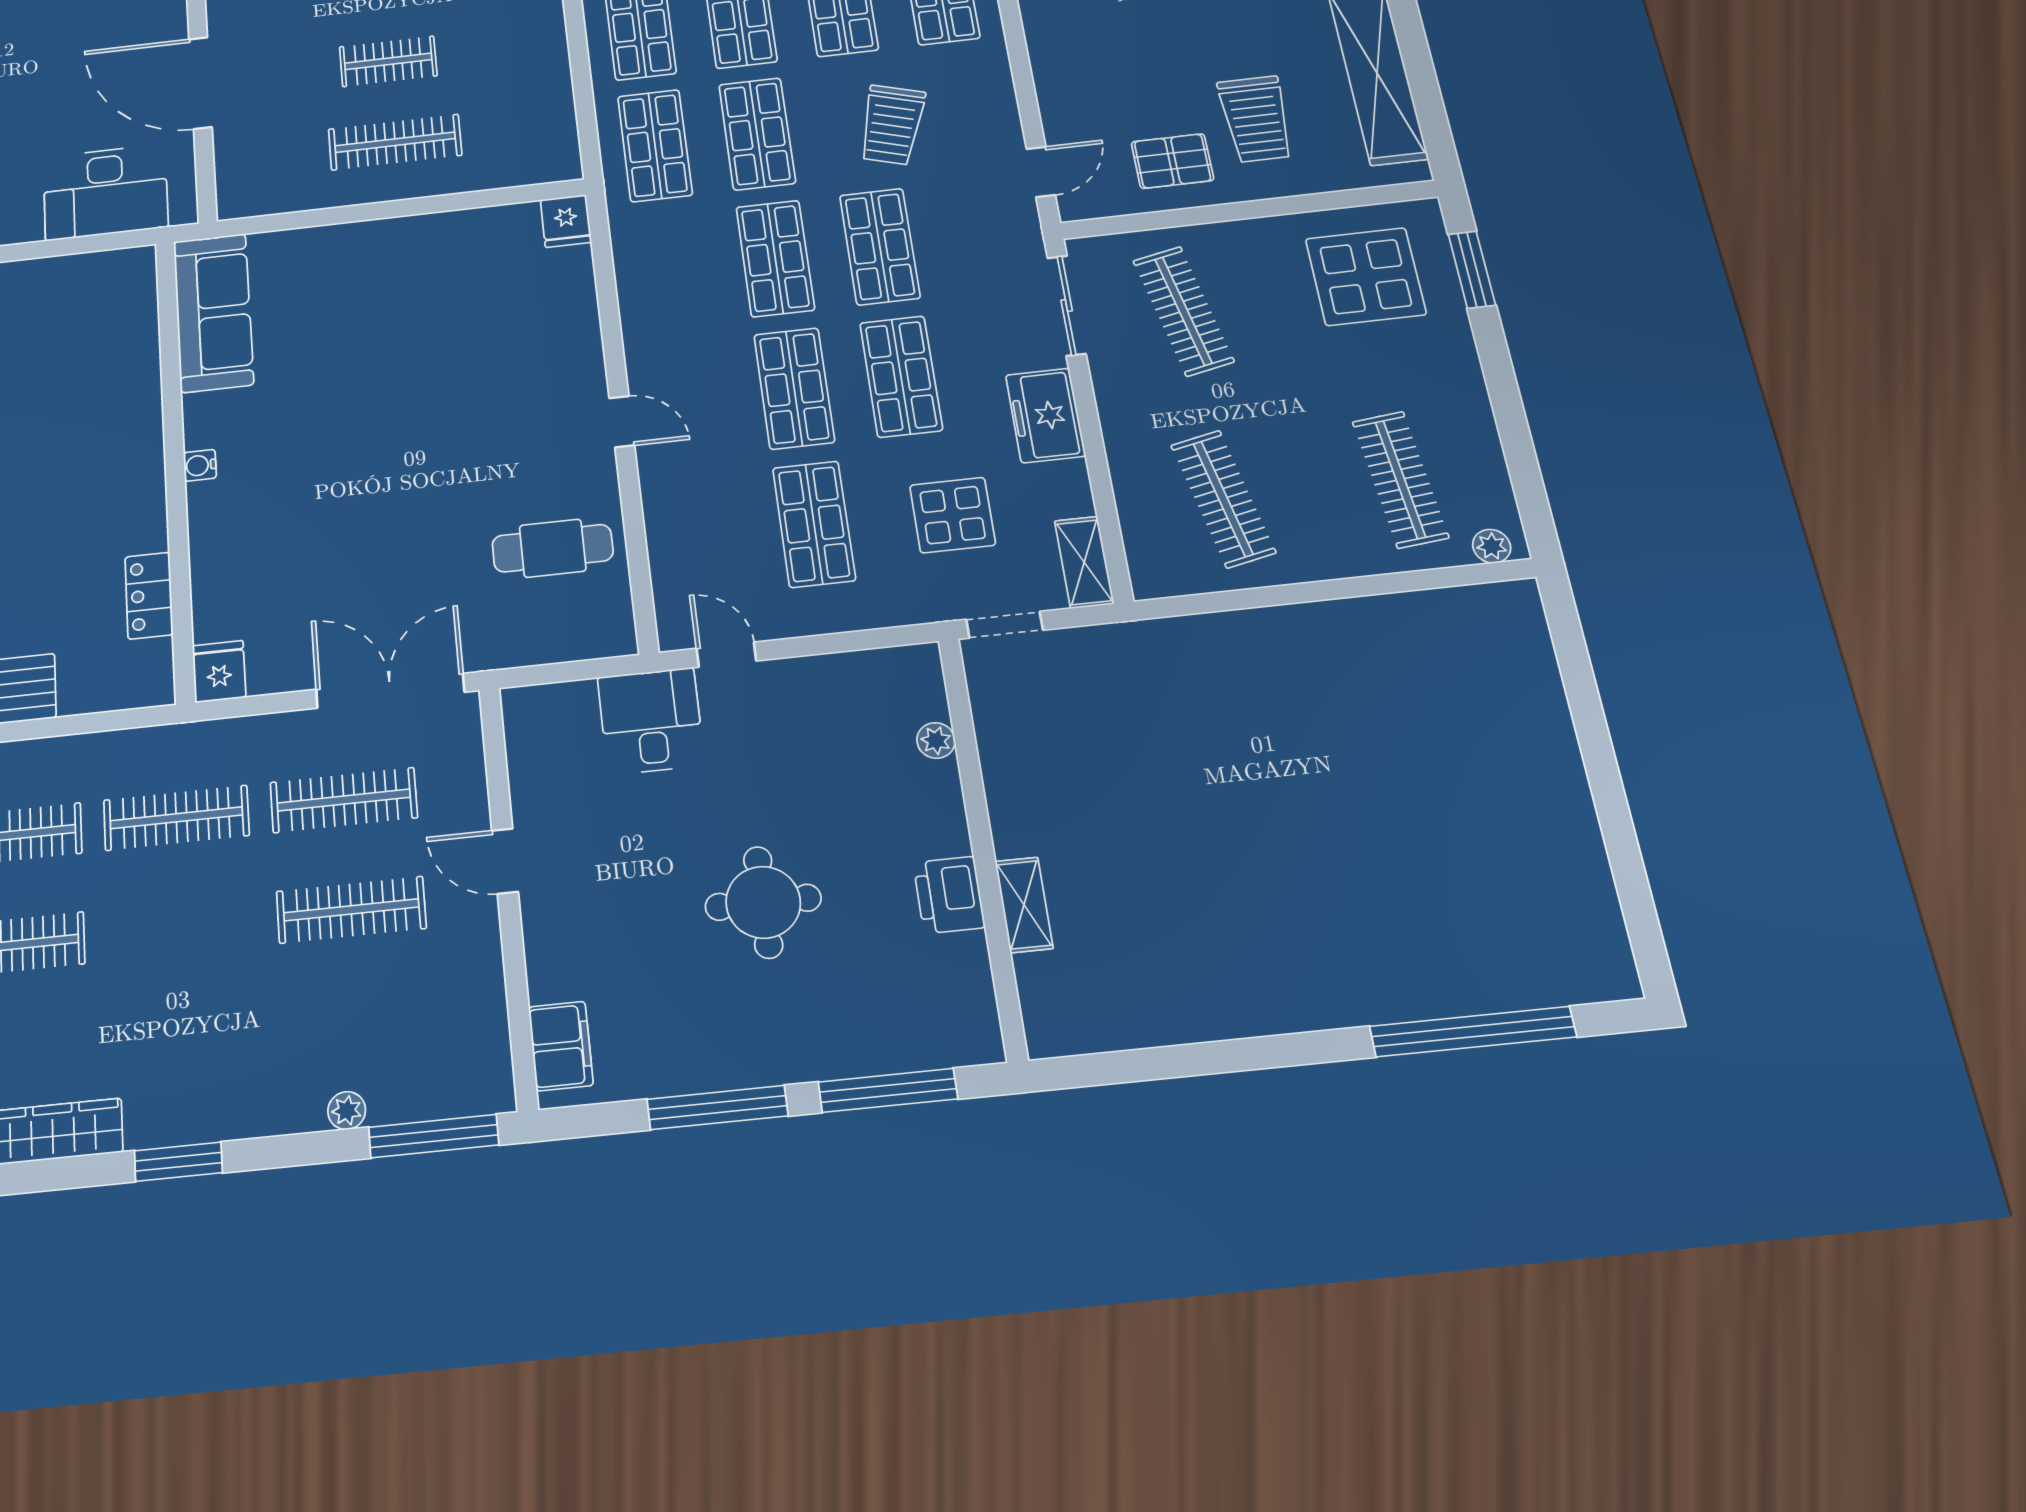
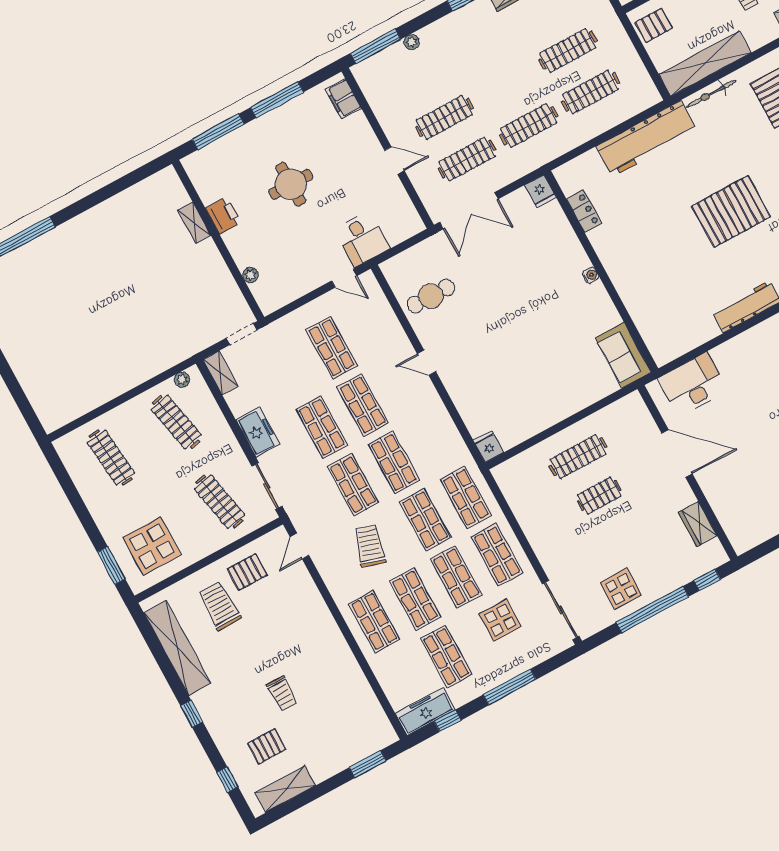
sofa: (213, 312) -> (623, 355), width x0.73
display table: (953, 515) -> (279, 373), removed
plant: (1492, 546) -> (182, 380), moved

